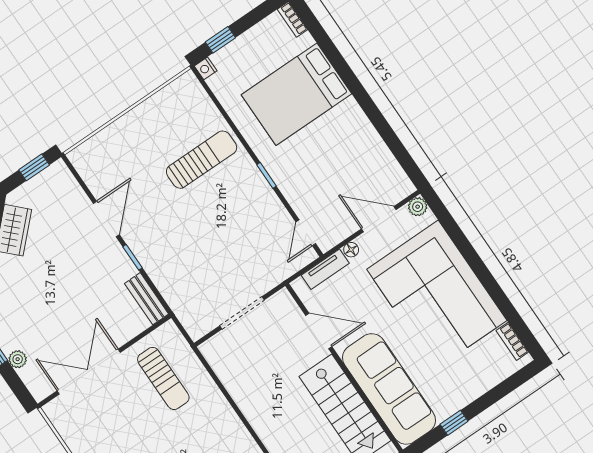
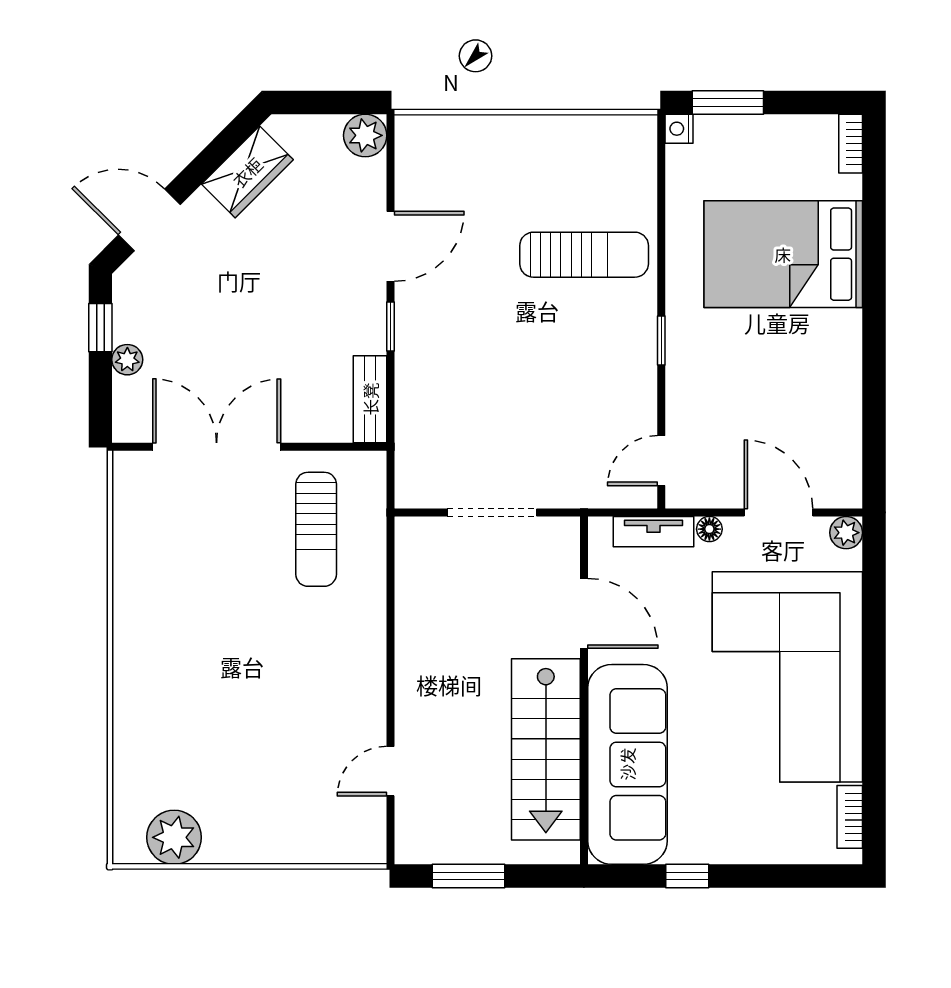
window: (220, 40) -> (728, 102), width x1.50
window: (34, 167) -> (338, 102), removed
plant: (58, 174) -> (365, 135), added

